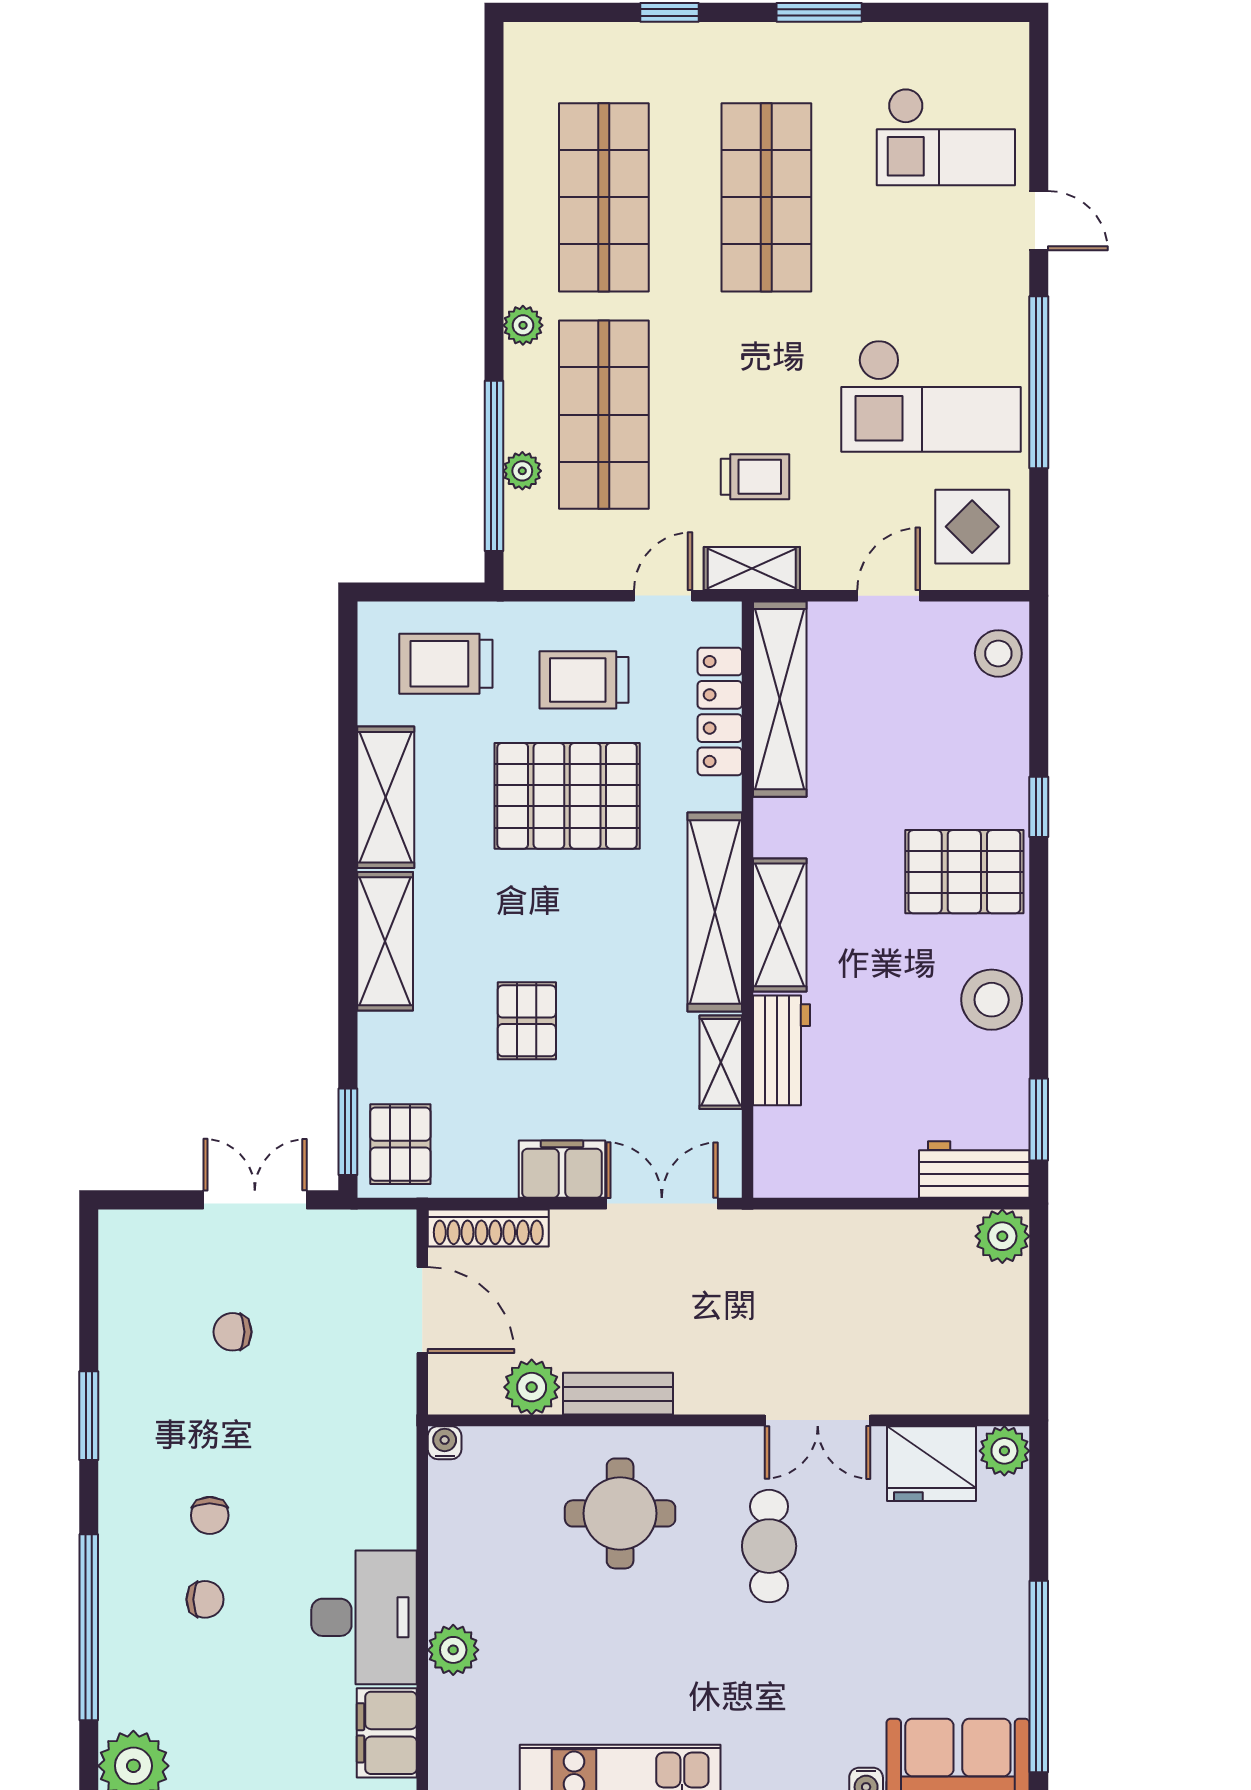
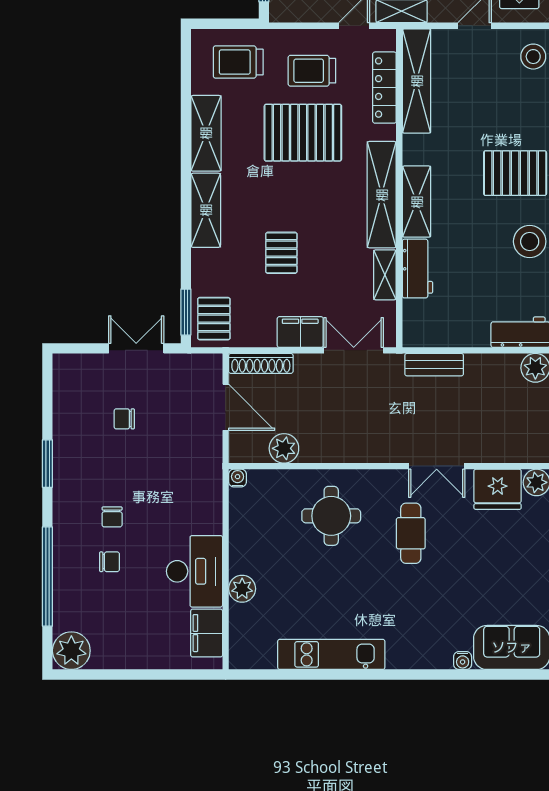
bench: (618, 1394) -> (434, 365), moved

